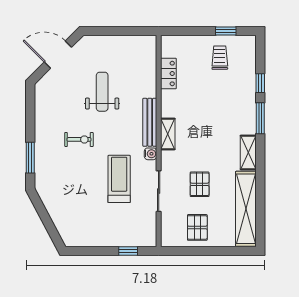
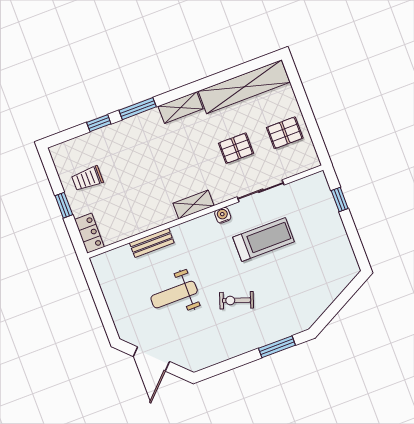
window: (226, 31) -> (64, 205), moved
locker: (168, 74) -> (89, 233), moved, turned 90
bench: (150, 122) -> (152, 243), moved, width x0.73
exercise bike: (79, 139) -> (237, 300), turned -71
treadmill: (119, 179) -> (264, 239), turned 180

